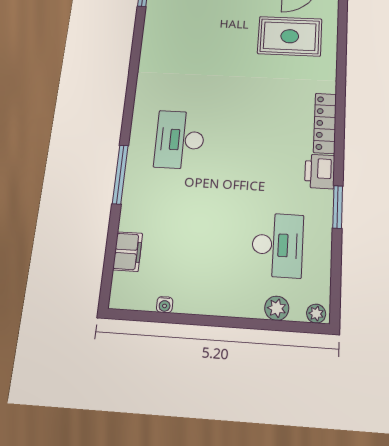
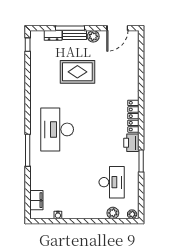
rug: (290, 36) -> (77, 72), moved
desk: (180, 140) -> (57, 129), width x1.36, depth x1.30
filing cabinet: (128, 252) -> (36, 200), moved

